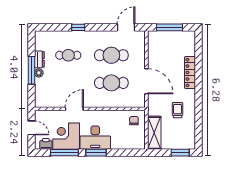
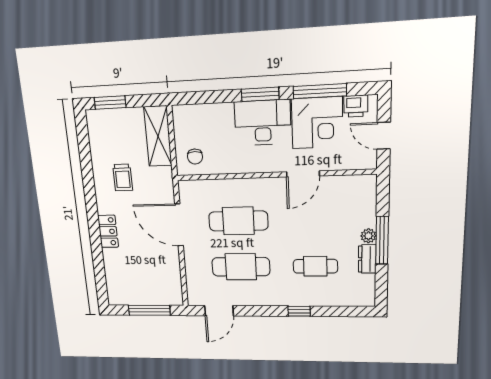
locker: (190, 73) -> (108, 231), width x0.66

